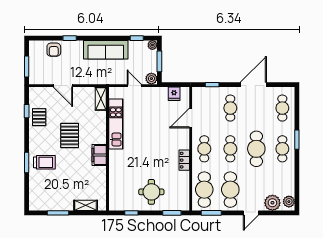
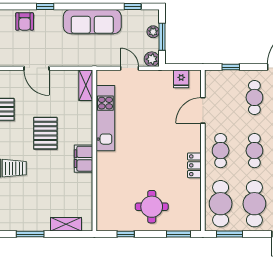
plant: (152, 45) -> (153, 32), moved

